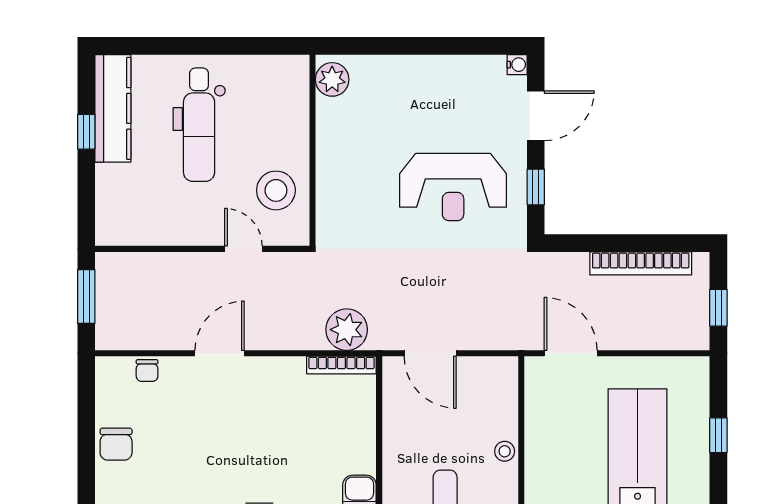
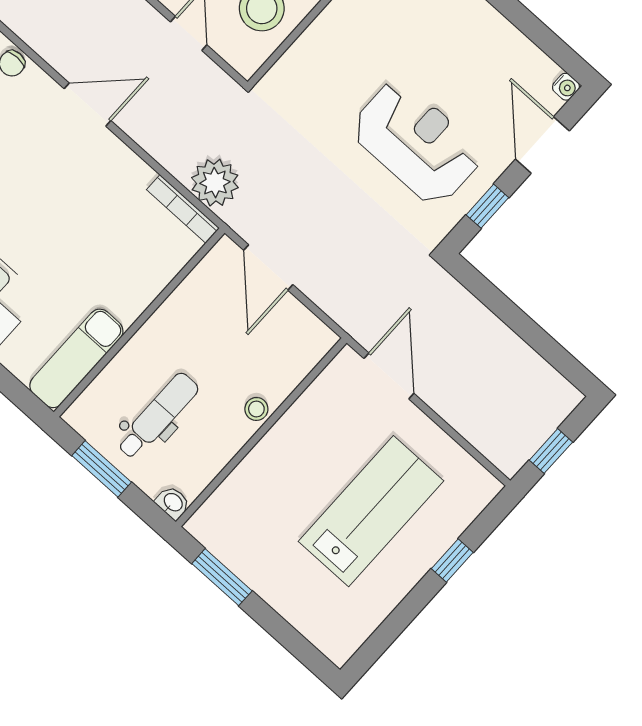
door: (536, 116) -> (542, 145), swing flipped
reception desk: (453, 187) -> (416, 142), turned 180
bookcase: (641, 263) -> (518, 353), removed

